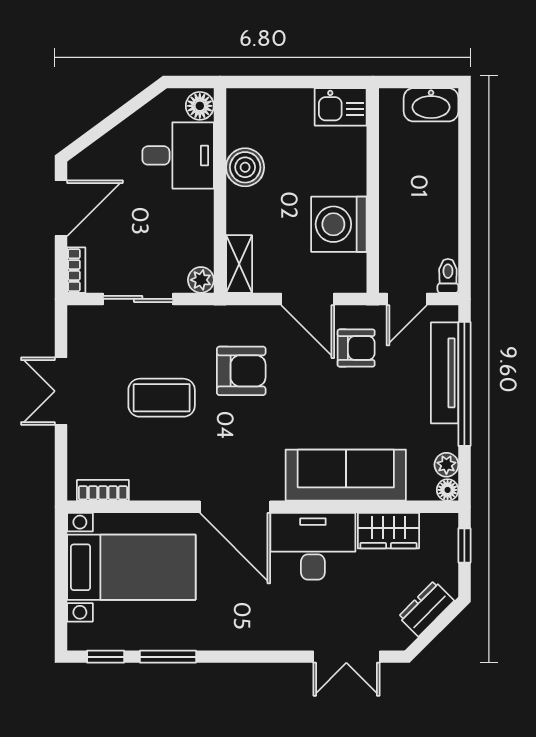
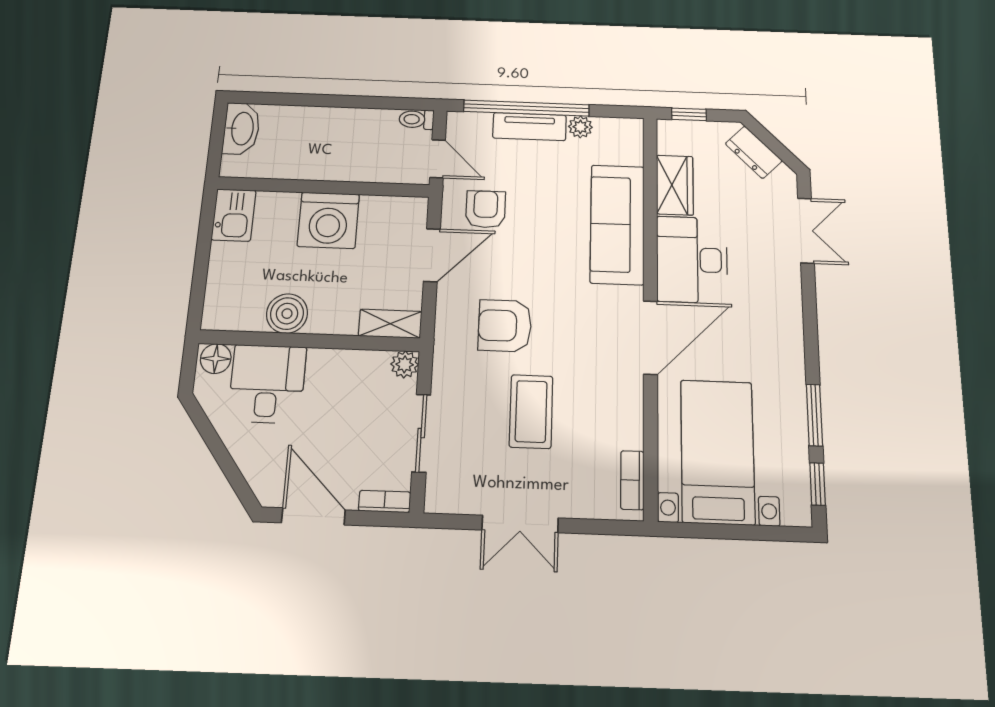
washing machine: (339, 224) -> (328, 220), moved
armchair: (241, 371) -> (505, 326), turned -90
tv unit: (445, 373) -> (529, 127), width x0.71
plant: (446, 465) -> (580, 127), moved
floor lamp: (448, 490) -> (633, 128), removed

